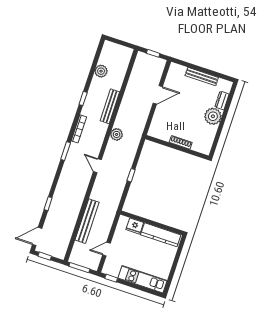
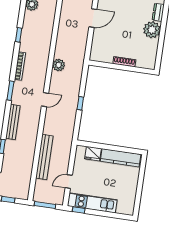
bench: (110, 106) -> (13, 122), moved
door: (97, 166) -> (45, 100), swing flipped
kitchen unit: (143, 279) -> (92, 203), moved

